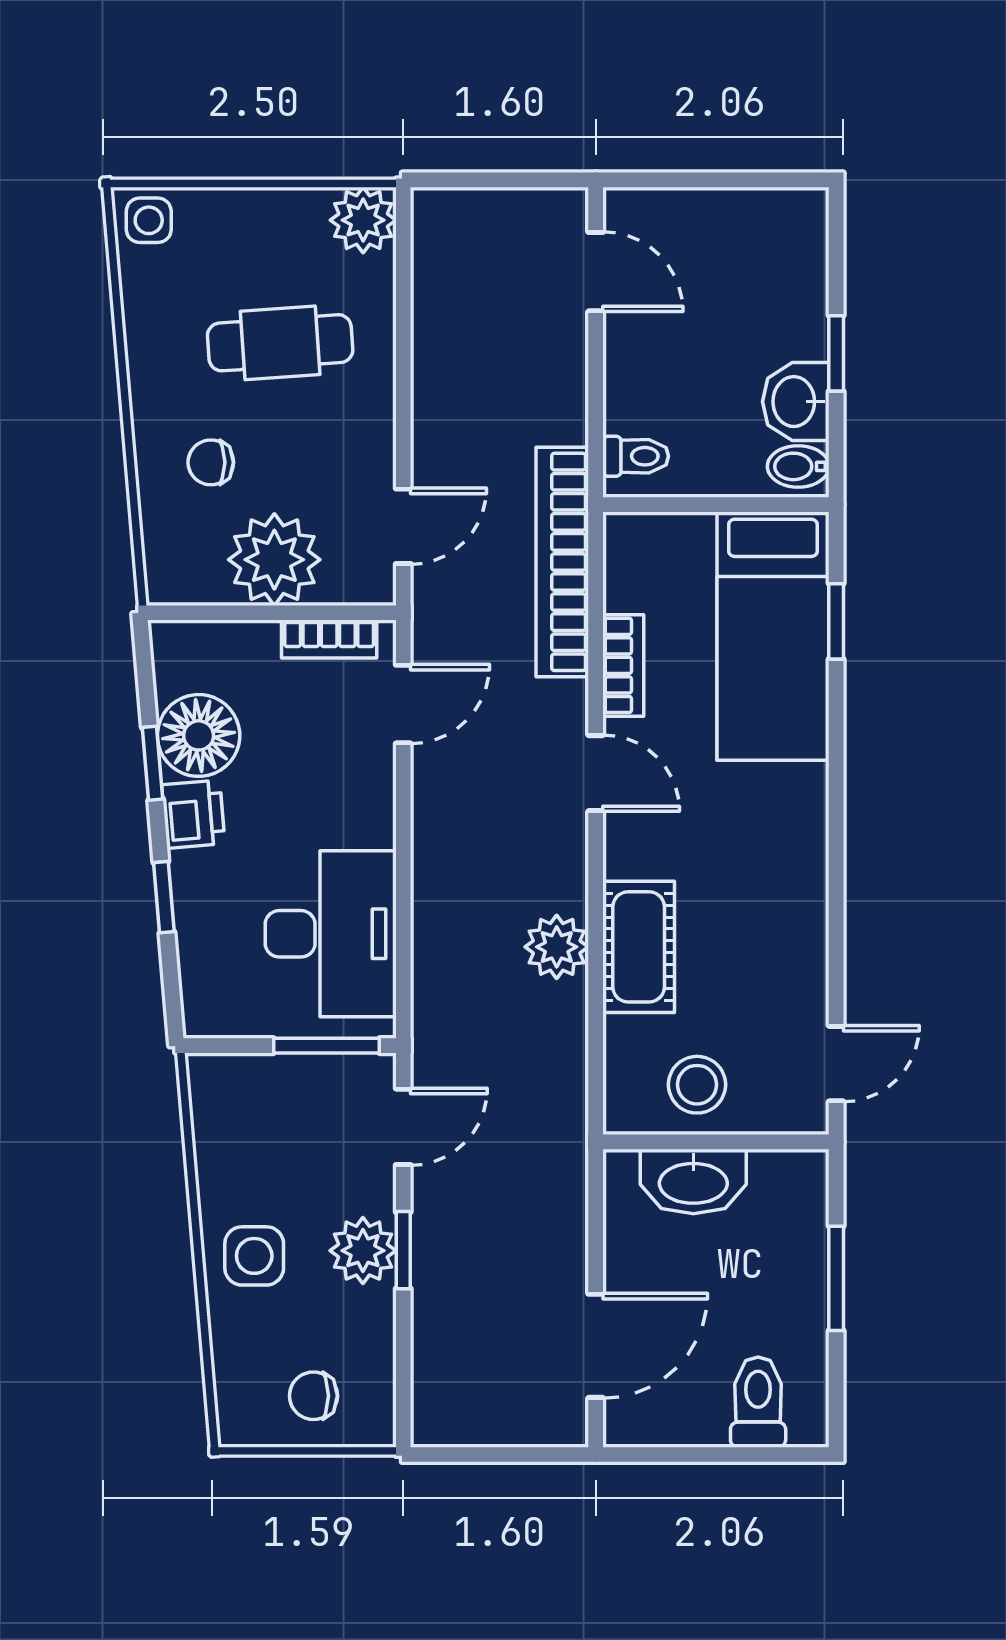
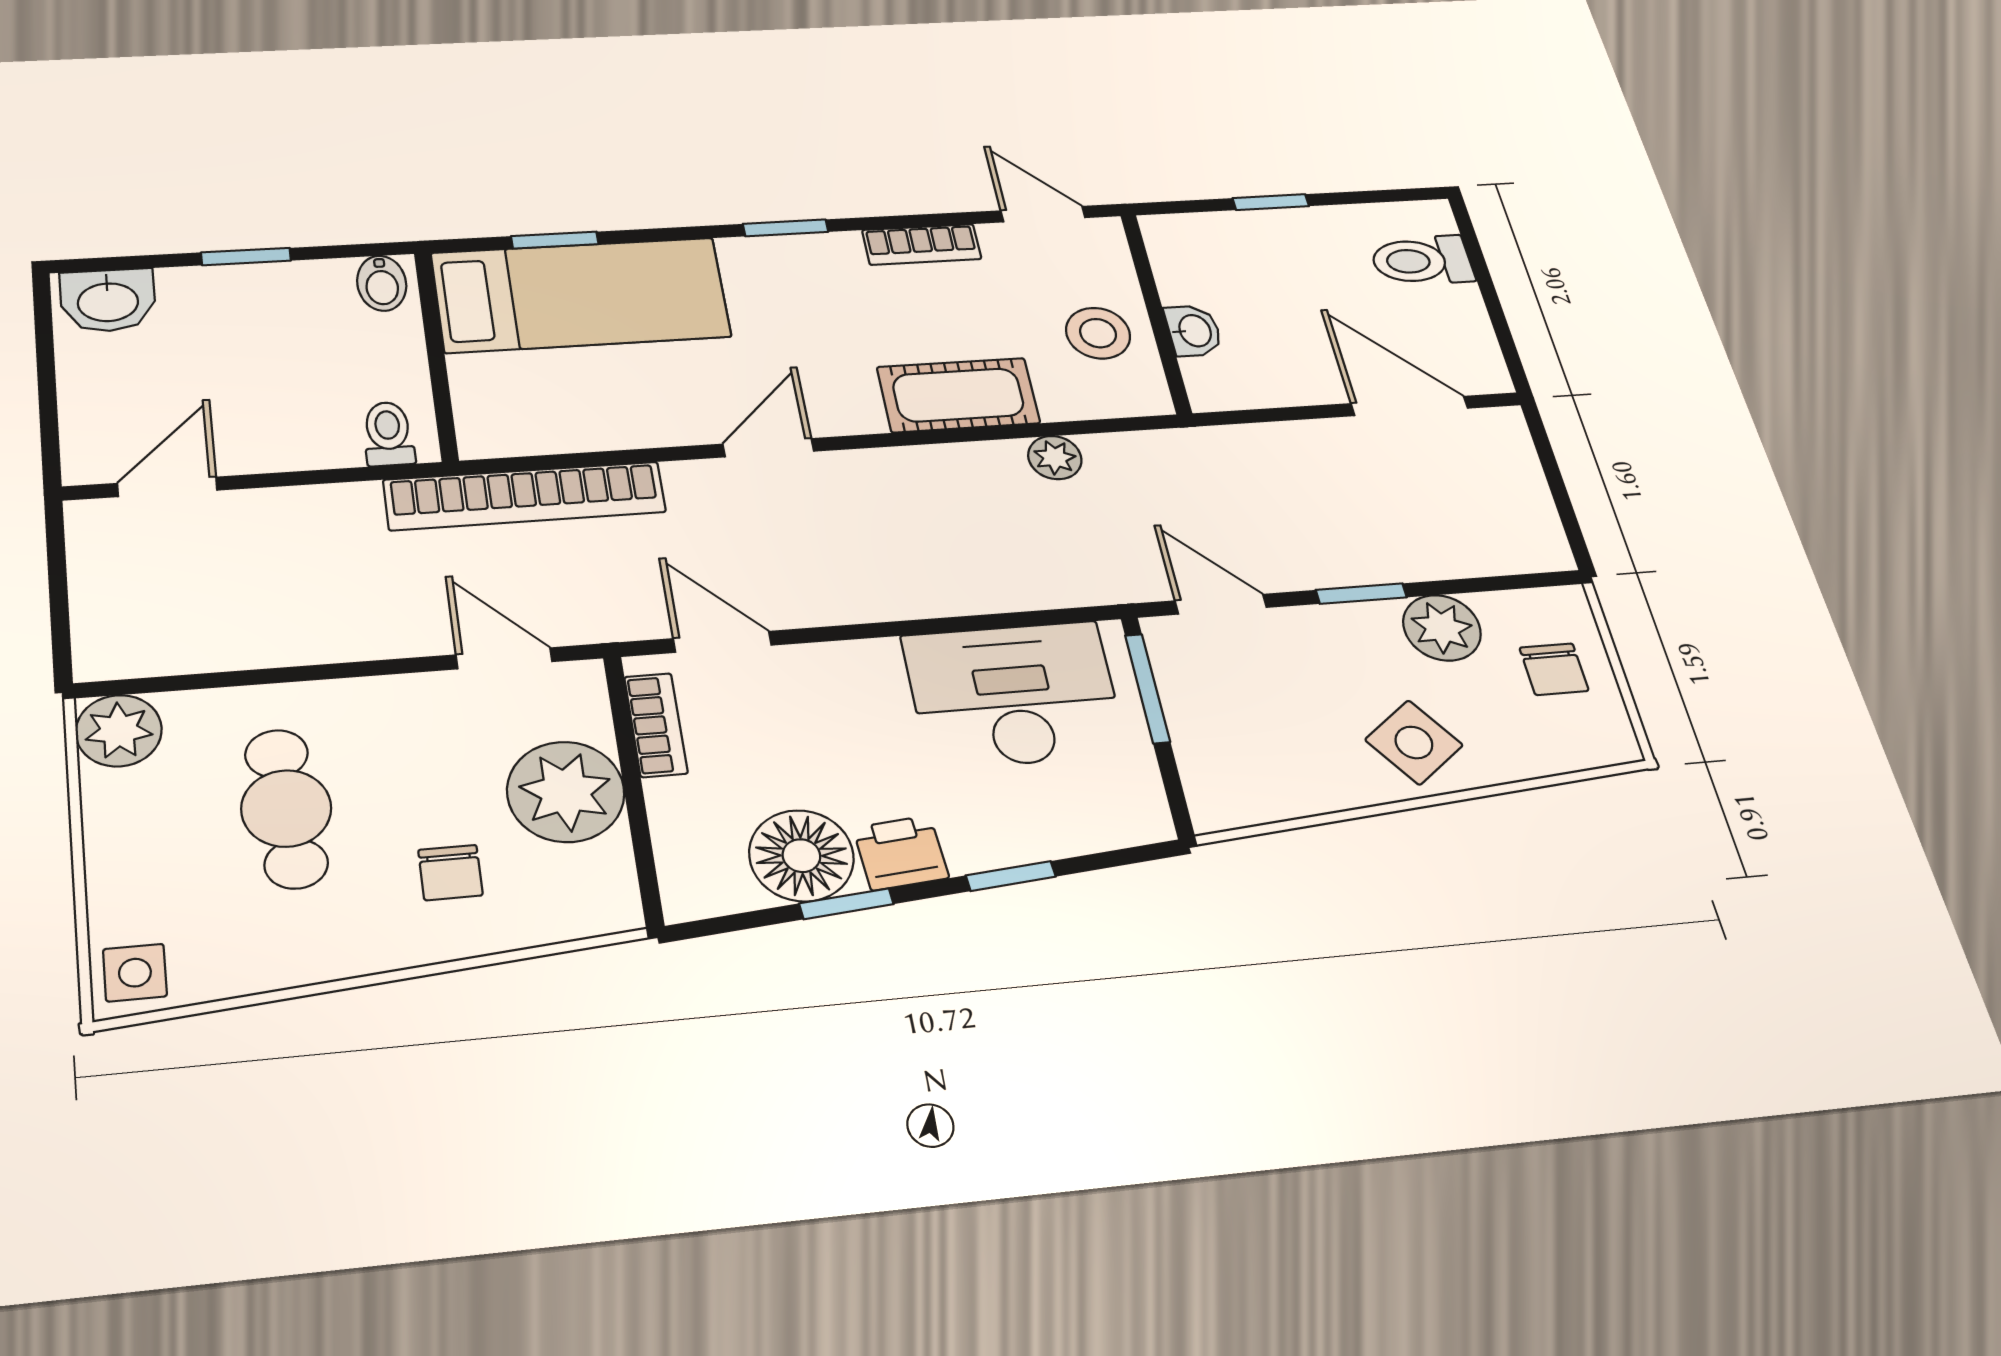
washbasin: (796, 402) -> (108, 300), moved
bookcase: (623, 665) -> (922, 244), moved, turned 180
window: (836, 827) -> (786, 228), added
plant: (557, 947) -> (1055, 458), moved, width x0.73, depth x0.73
washbasin: (693, 1181) -> (1194, 331), width x0.52, depth x0.69
plant: (363, 1251) -> (1442, 628), moved
side table: (254, 1256) -> (1414, 742), turned -36
window: (836, 1278) -> (1271, 202), width x0.67

